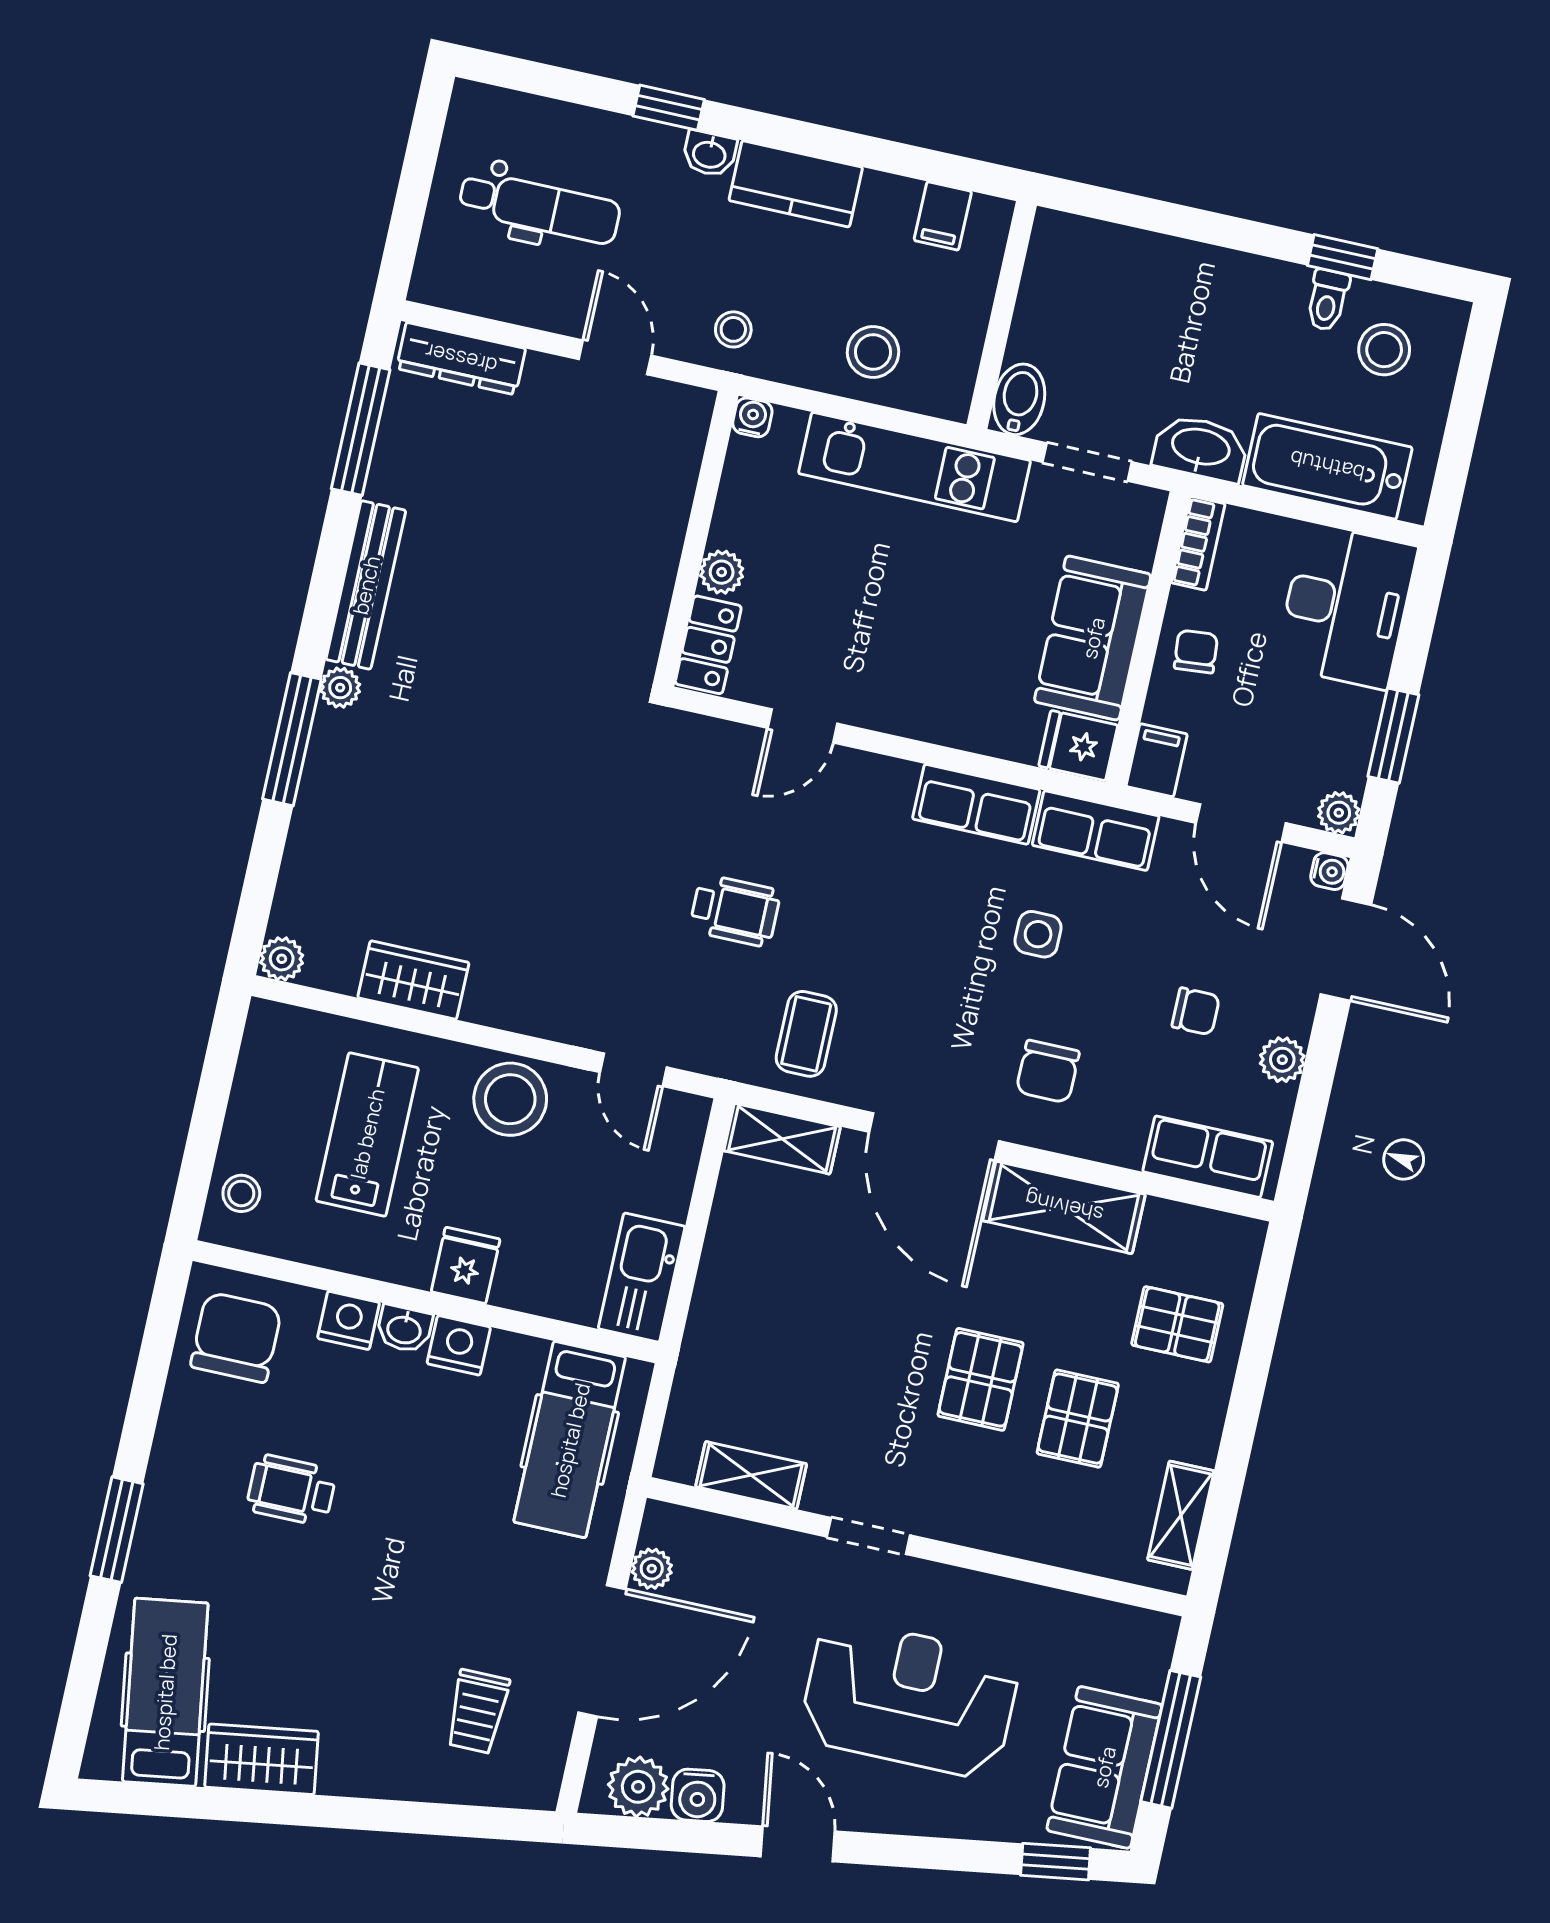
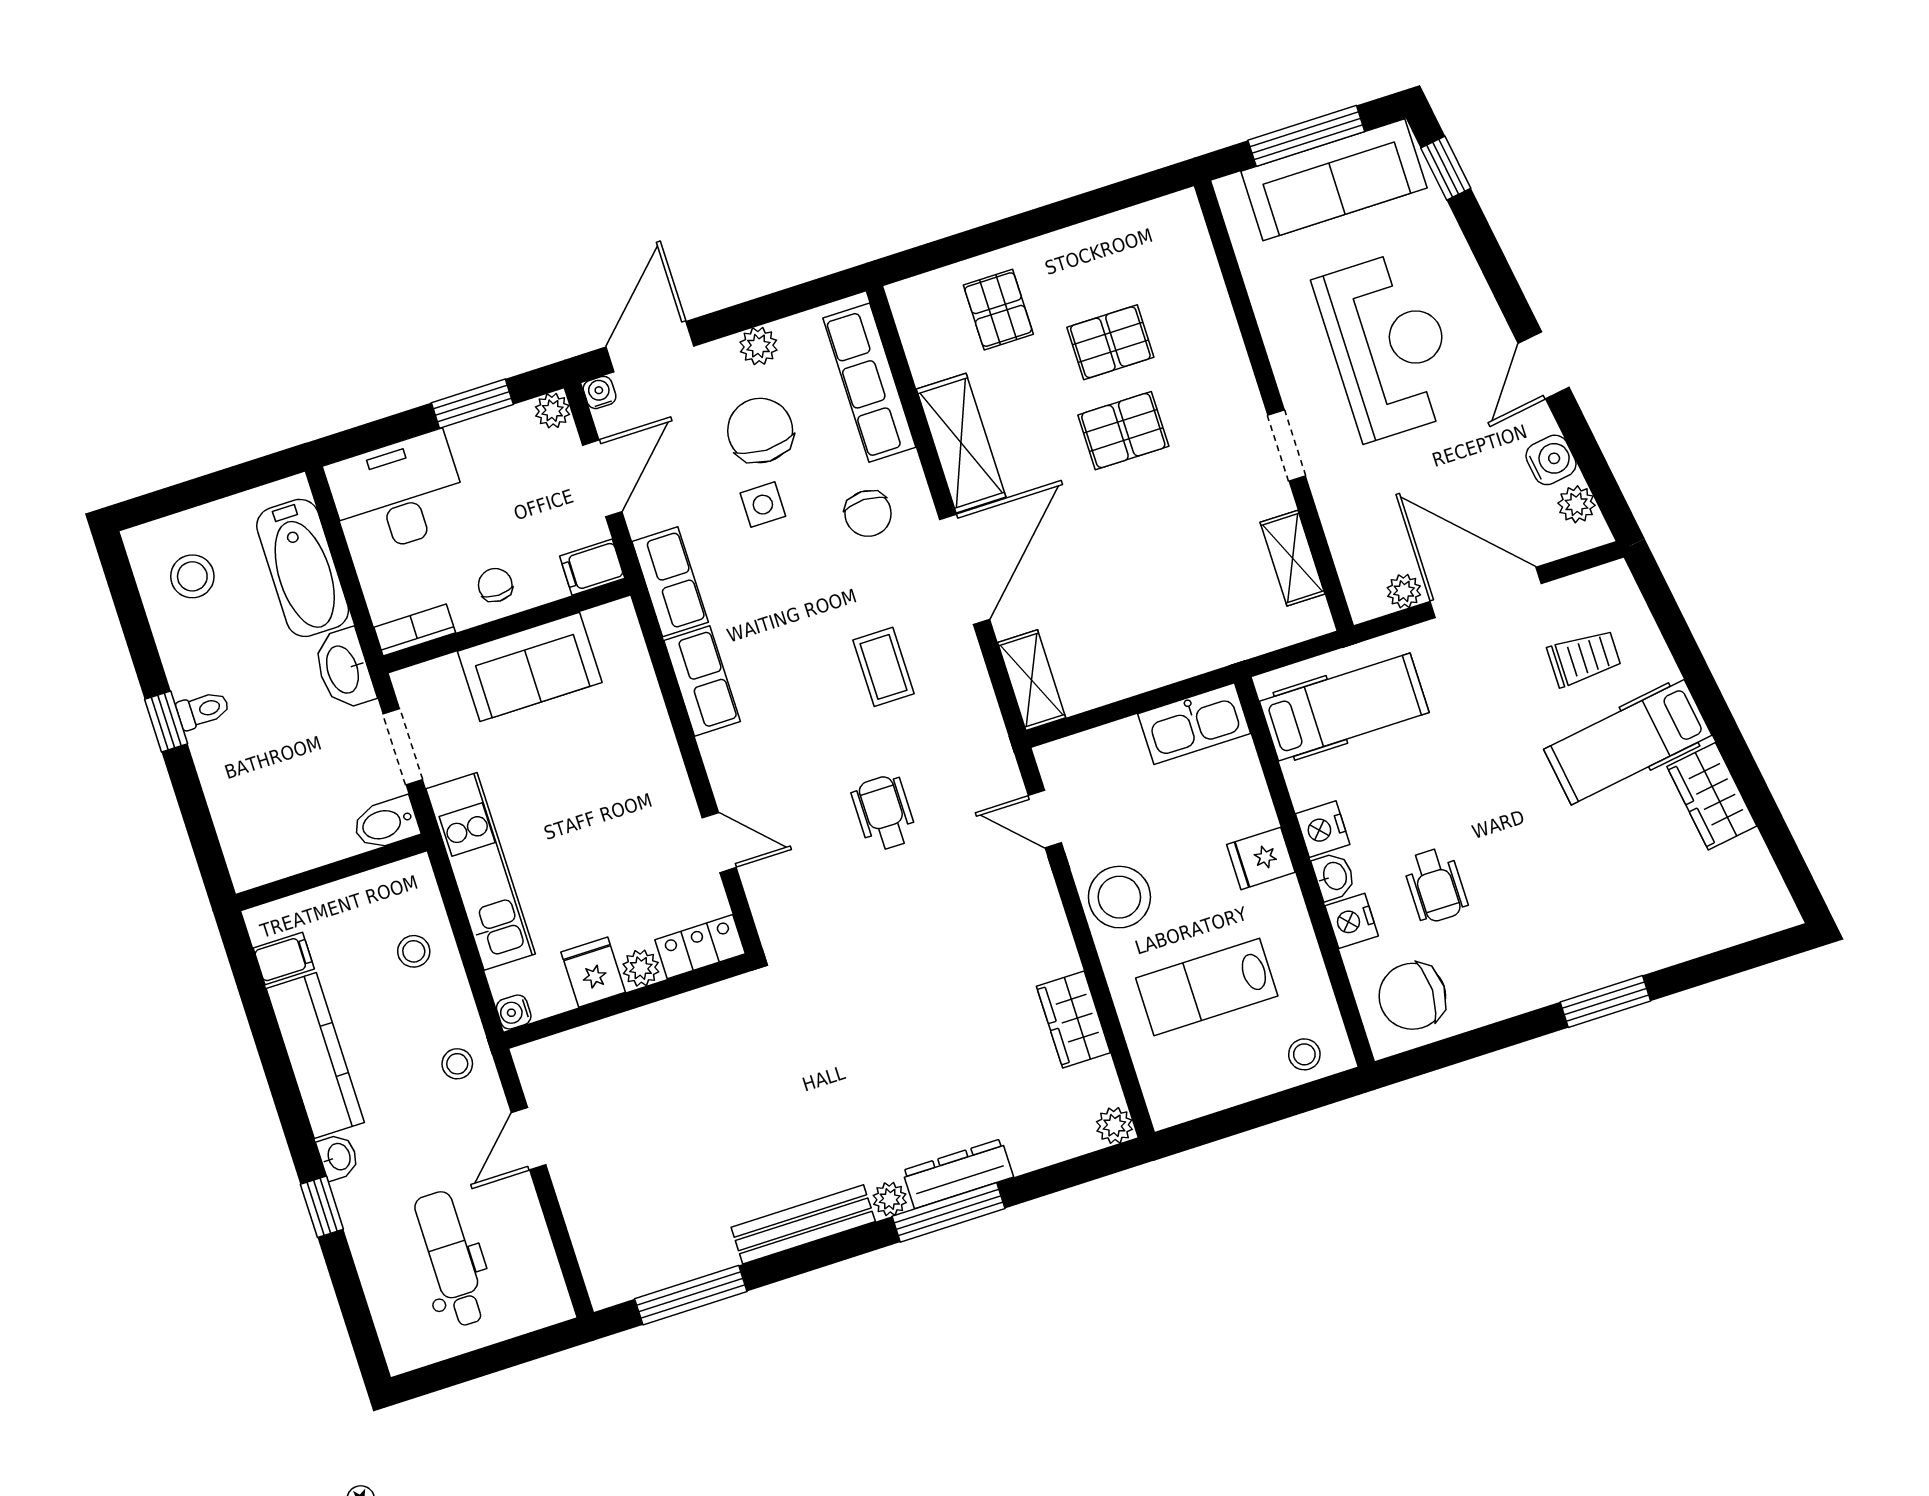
kitchen counter: (796, 184) -> (315, 1055), width x1.50
window: (1343, 257) -> (166, 722), moved
toilet: (1327, 300) -> (203, 710), moved
stool: (873, 352) -> (414, 951), width x0.73, depth x0.73
dresser: (461, 359) -> (958, 1174), moved, turned -90
chair: (1196, 651) -> (495, 585), turned 95
fridge: (1078, 746) -> (593, 972), moved, turned 180
side table: (1038, 934) -> (763, 505), moved
chair: (1196, 1011) -> (760, 430), width x1.87, depth x1.87
coffee table: (806, 1034) -> (883, 667), moved, turned 90
door: (633, 1070) -> (1045, 819), swing flipped
chair: (1048, 1072) -> (868, 514), turned 90
row of seats: (1208, 1157) -> (869, 383), width x1.48
wheelchair: (291, 1490) -> (1436, 885), moved
shelving: (1181, 1515) -> (1137, 225), removed
hospital bed: (165, 1692) -> (1628, 742), moved
reception desk: (910, 1699) -> (1389, 346), turned 180
sofa: (1104, 1767) -> (1334, 180), width x1.36
plant: (638, 1787) -> (1577, 504), width x0.73, depth x0.73

